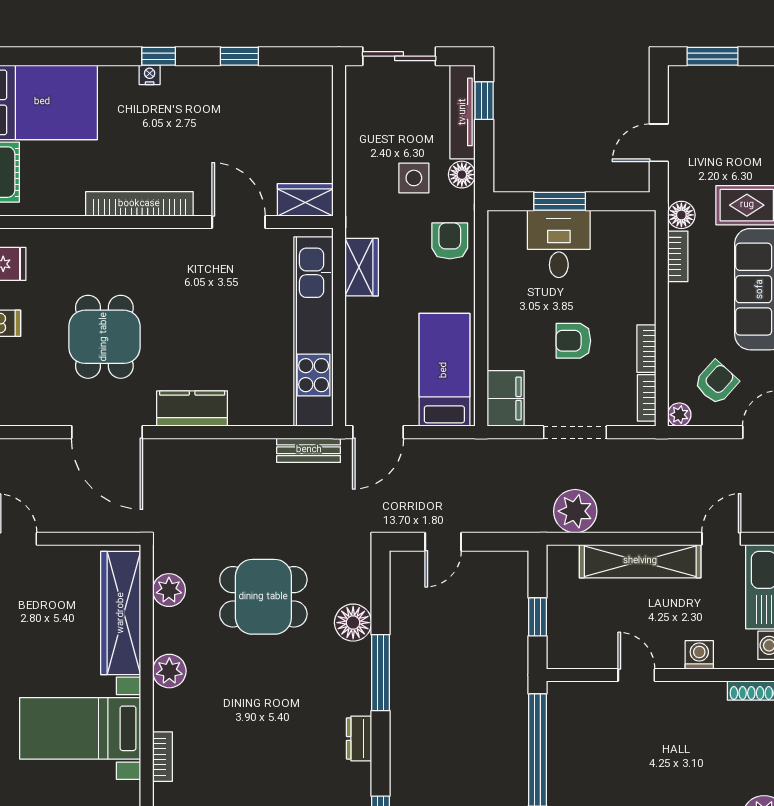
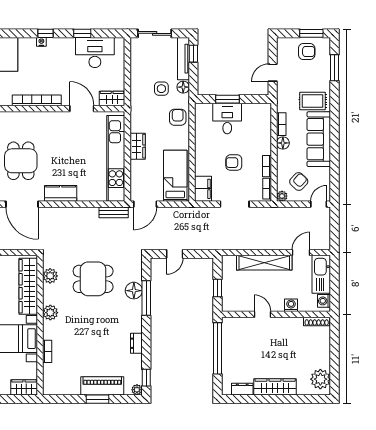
window: (713, 56) -> (311, 33), moved
armchair: (734, 96) -> (307, 51), added
desk: (267, 98) -> (95, 53), added
floor lamp: (681, 215) -> (283, 143), moved
wardrobe: (362, 267) -> (138, 146), moved
plant: (575, 511) -> (235, 240), removed
window: (380, 673) -> (146, 298), moved

